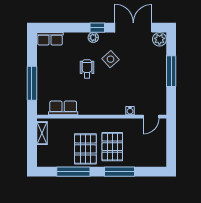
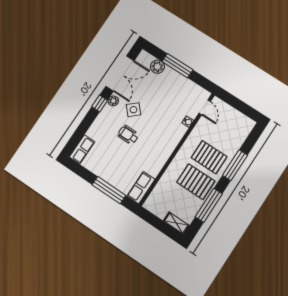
double door: (133, 28) -> (120, 73), swing flipped
plant: (93, 37) -> (113, 101), moved
plant: (159, 39) -> (157, 67), moved
row of seats: (63, 108) -> (141, 188), moved
shelving: (42, 133) -> (176, 223), moved

